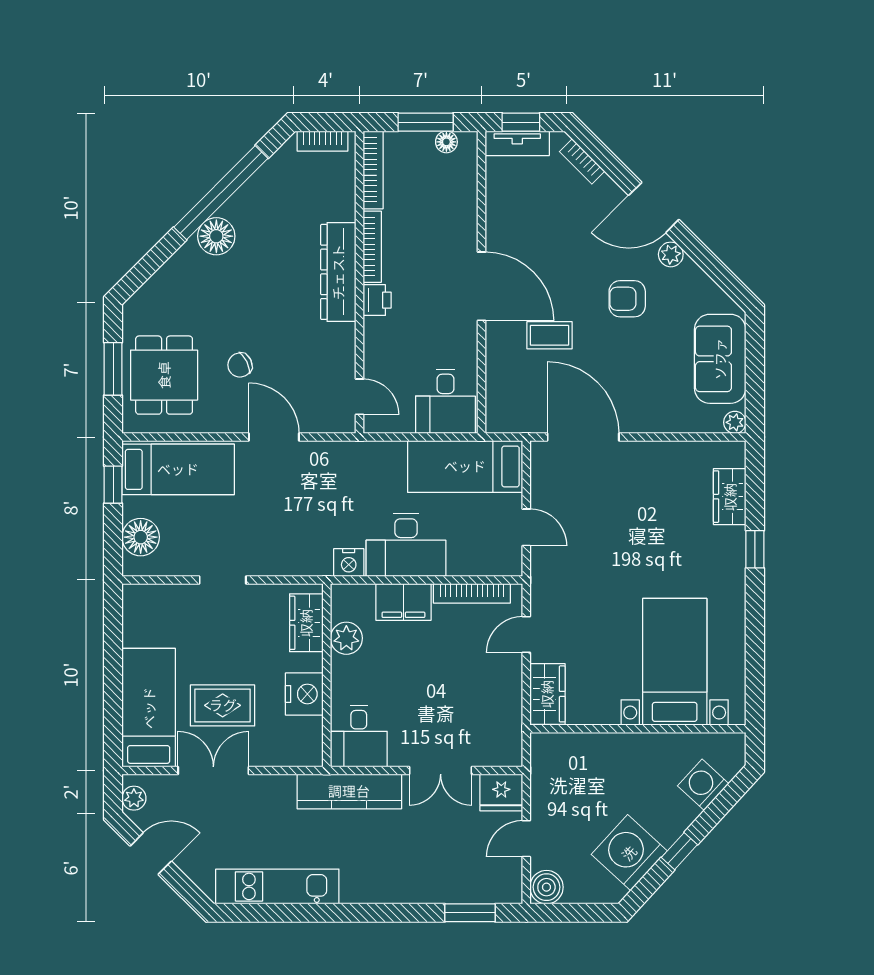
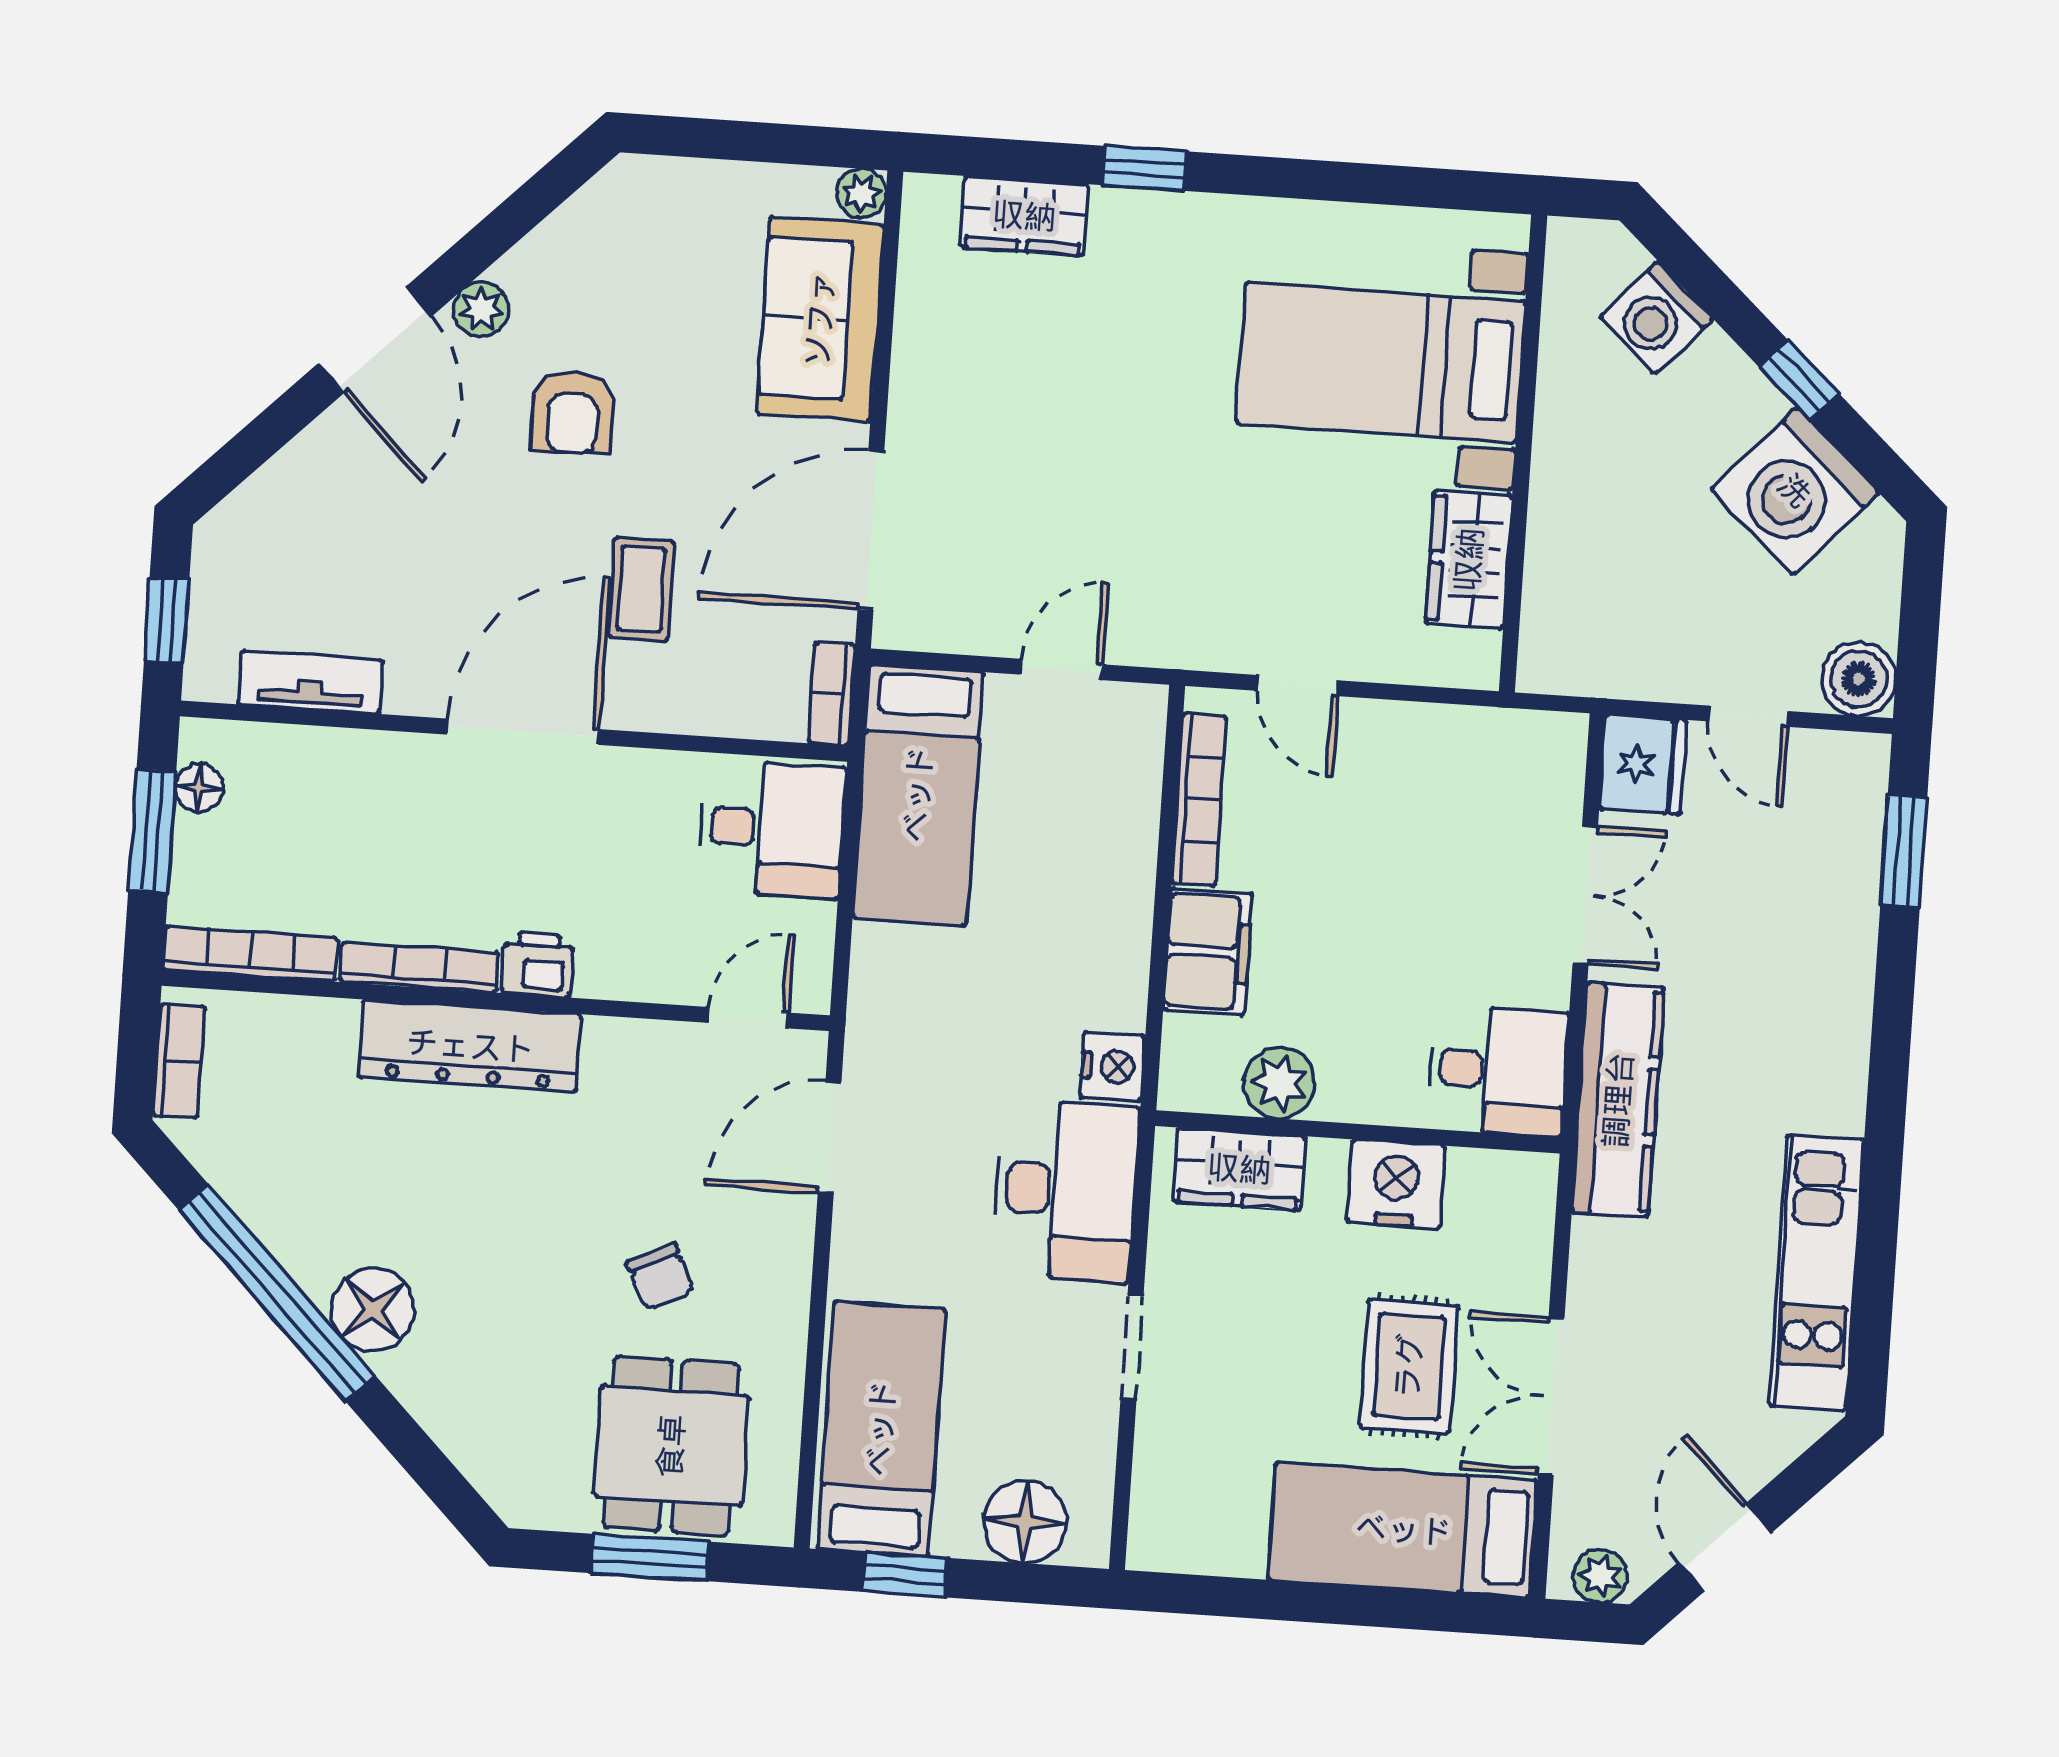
tv unit: (517, 143) -> (311, 682), moved, turned -90
bookcase: (582, 161) -> (832, 694), moved, turned 135
sofa: (720, 359) -> (820, 319), moved, turned 90
dining table: (164, 375) -> (671, 1446), turned 90
door: (274, 437) -> (830, 1137), moved
desk: (406, 545) -> (1065, 1190), moved
wardrobe: (547, 694) -> (1469, 560), moved, turned -90

